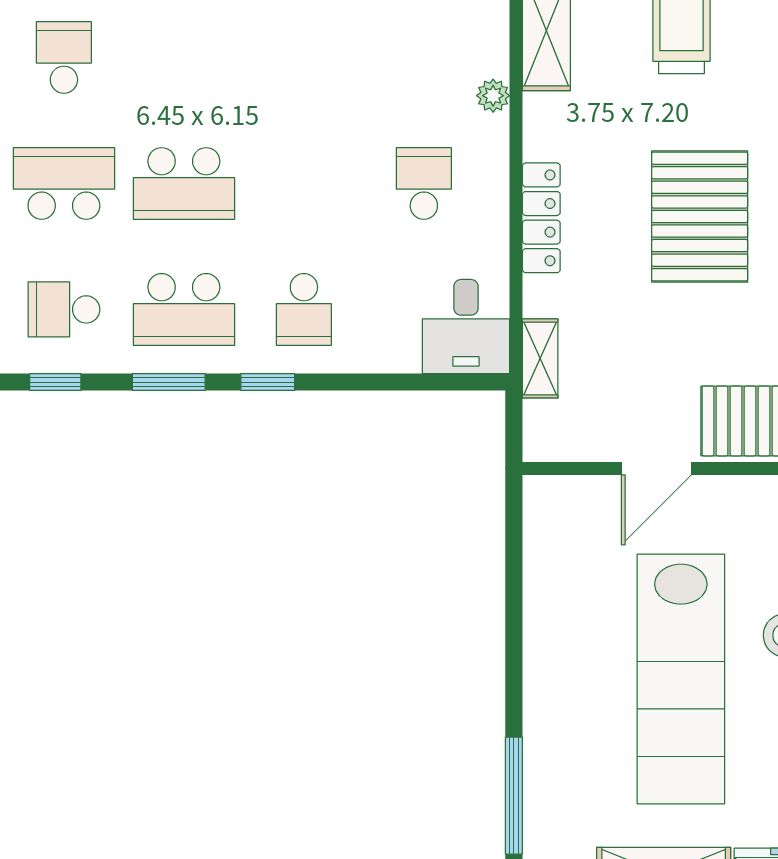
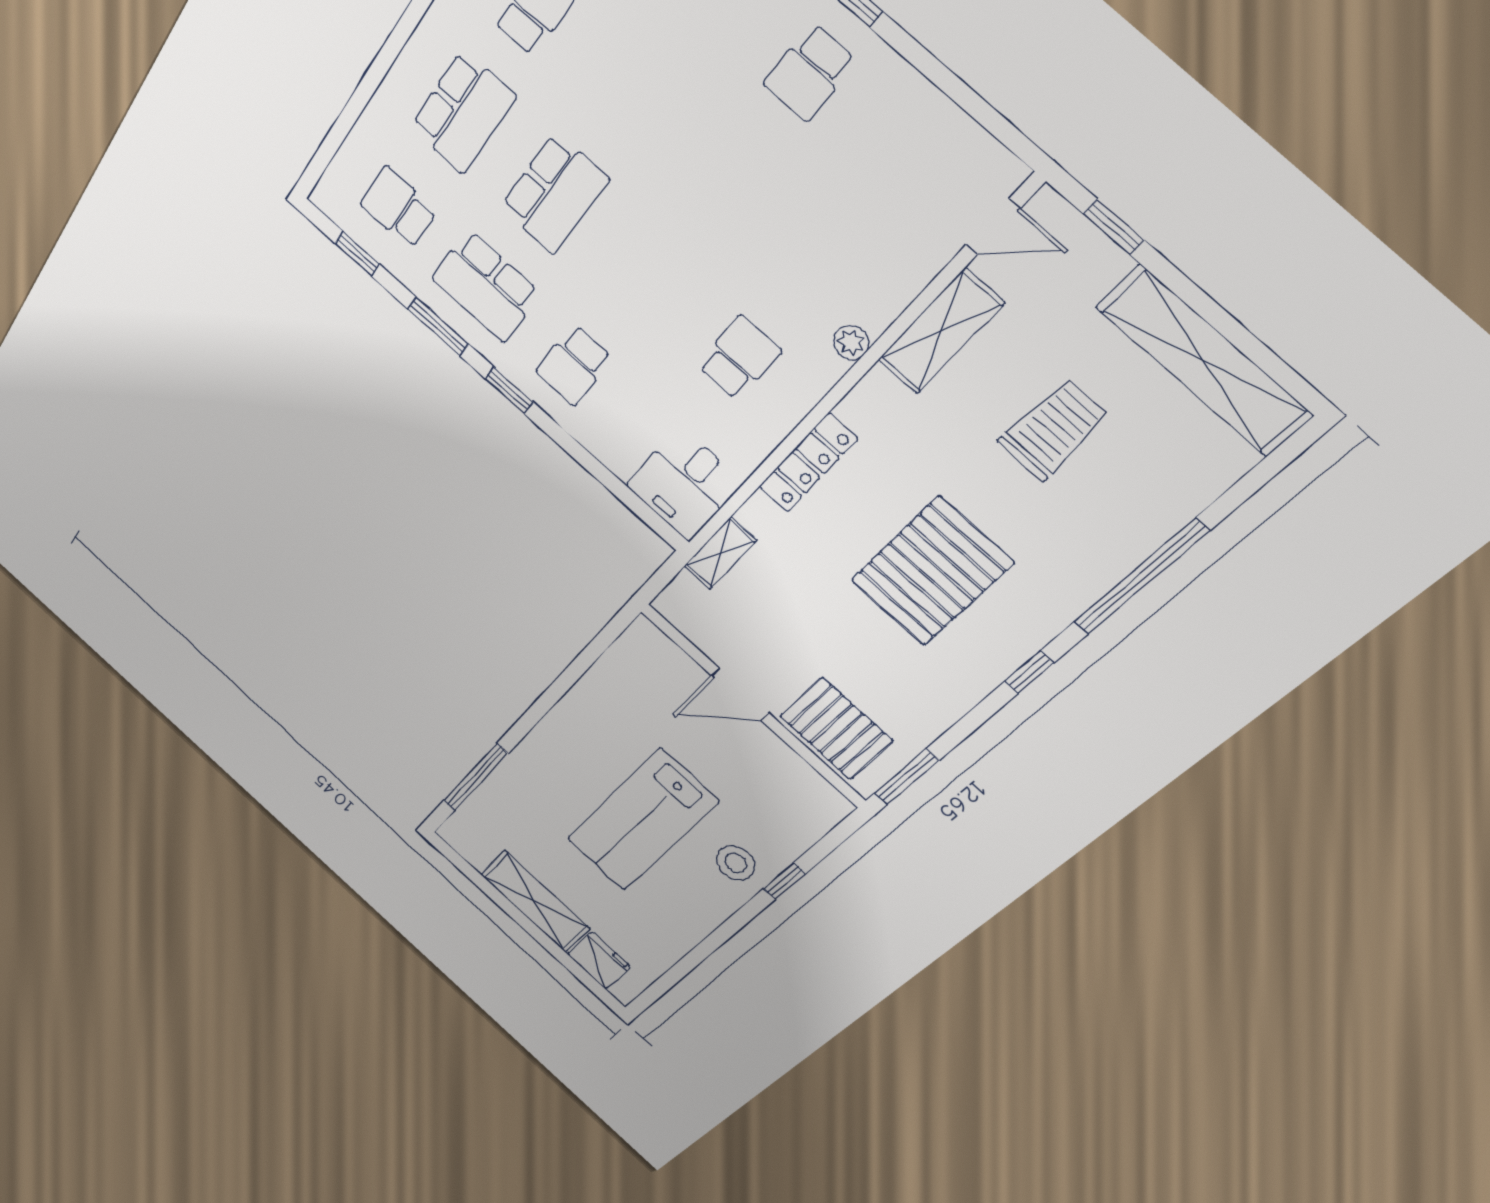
school desk: (64, 183) -> (463, 112), turned 90
school desk: (184, 183) -> (554, 194), turned -90
lab bench: (681, 679) -> (642, 820), width x0.73

